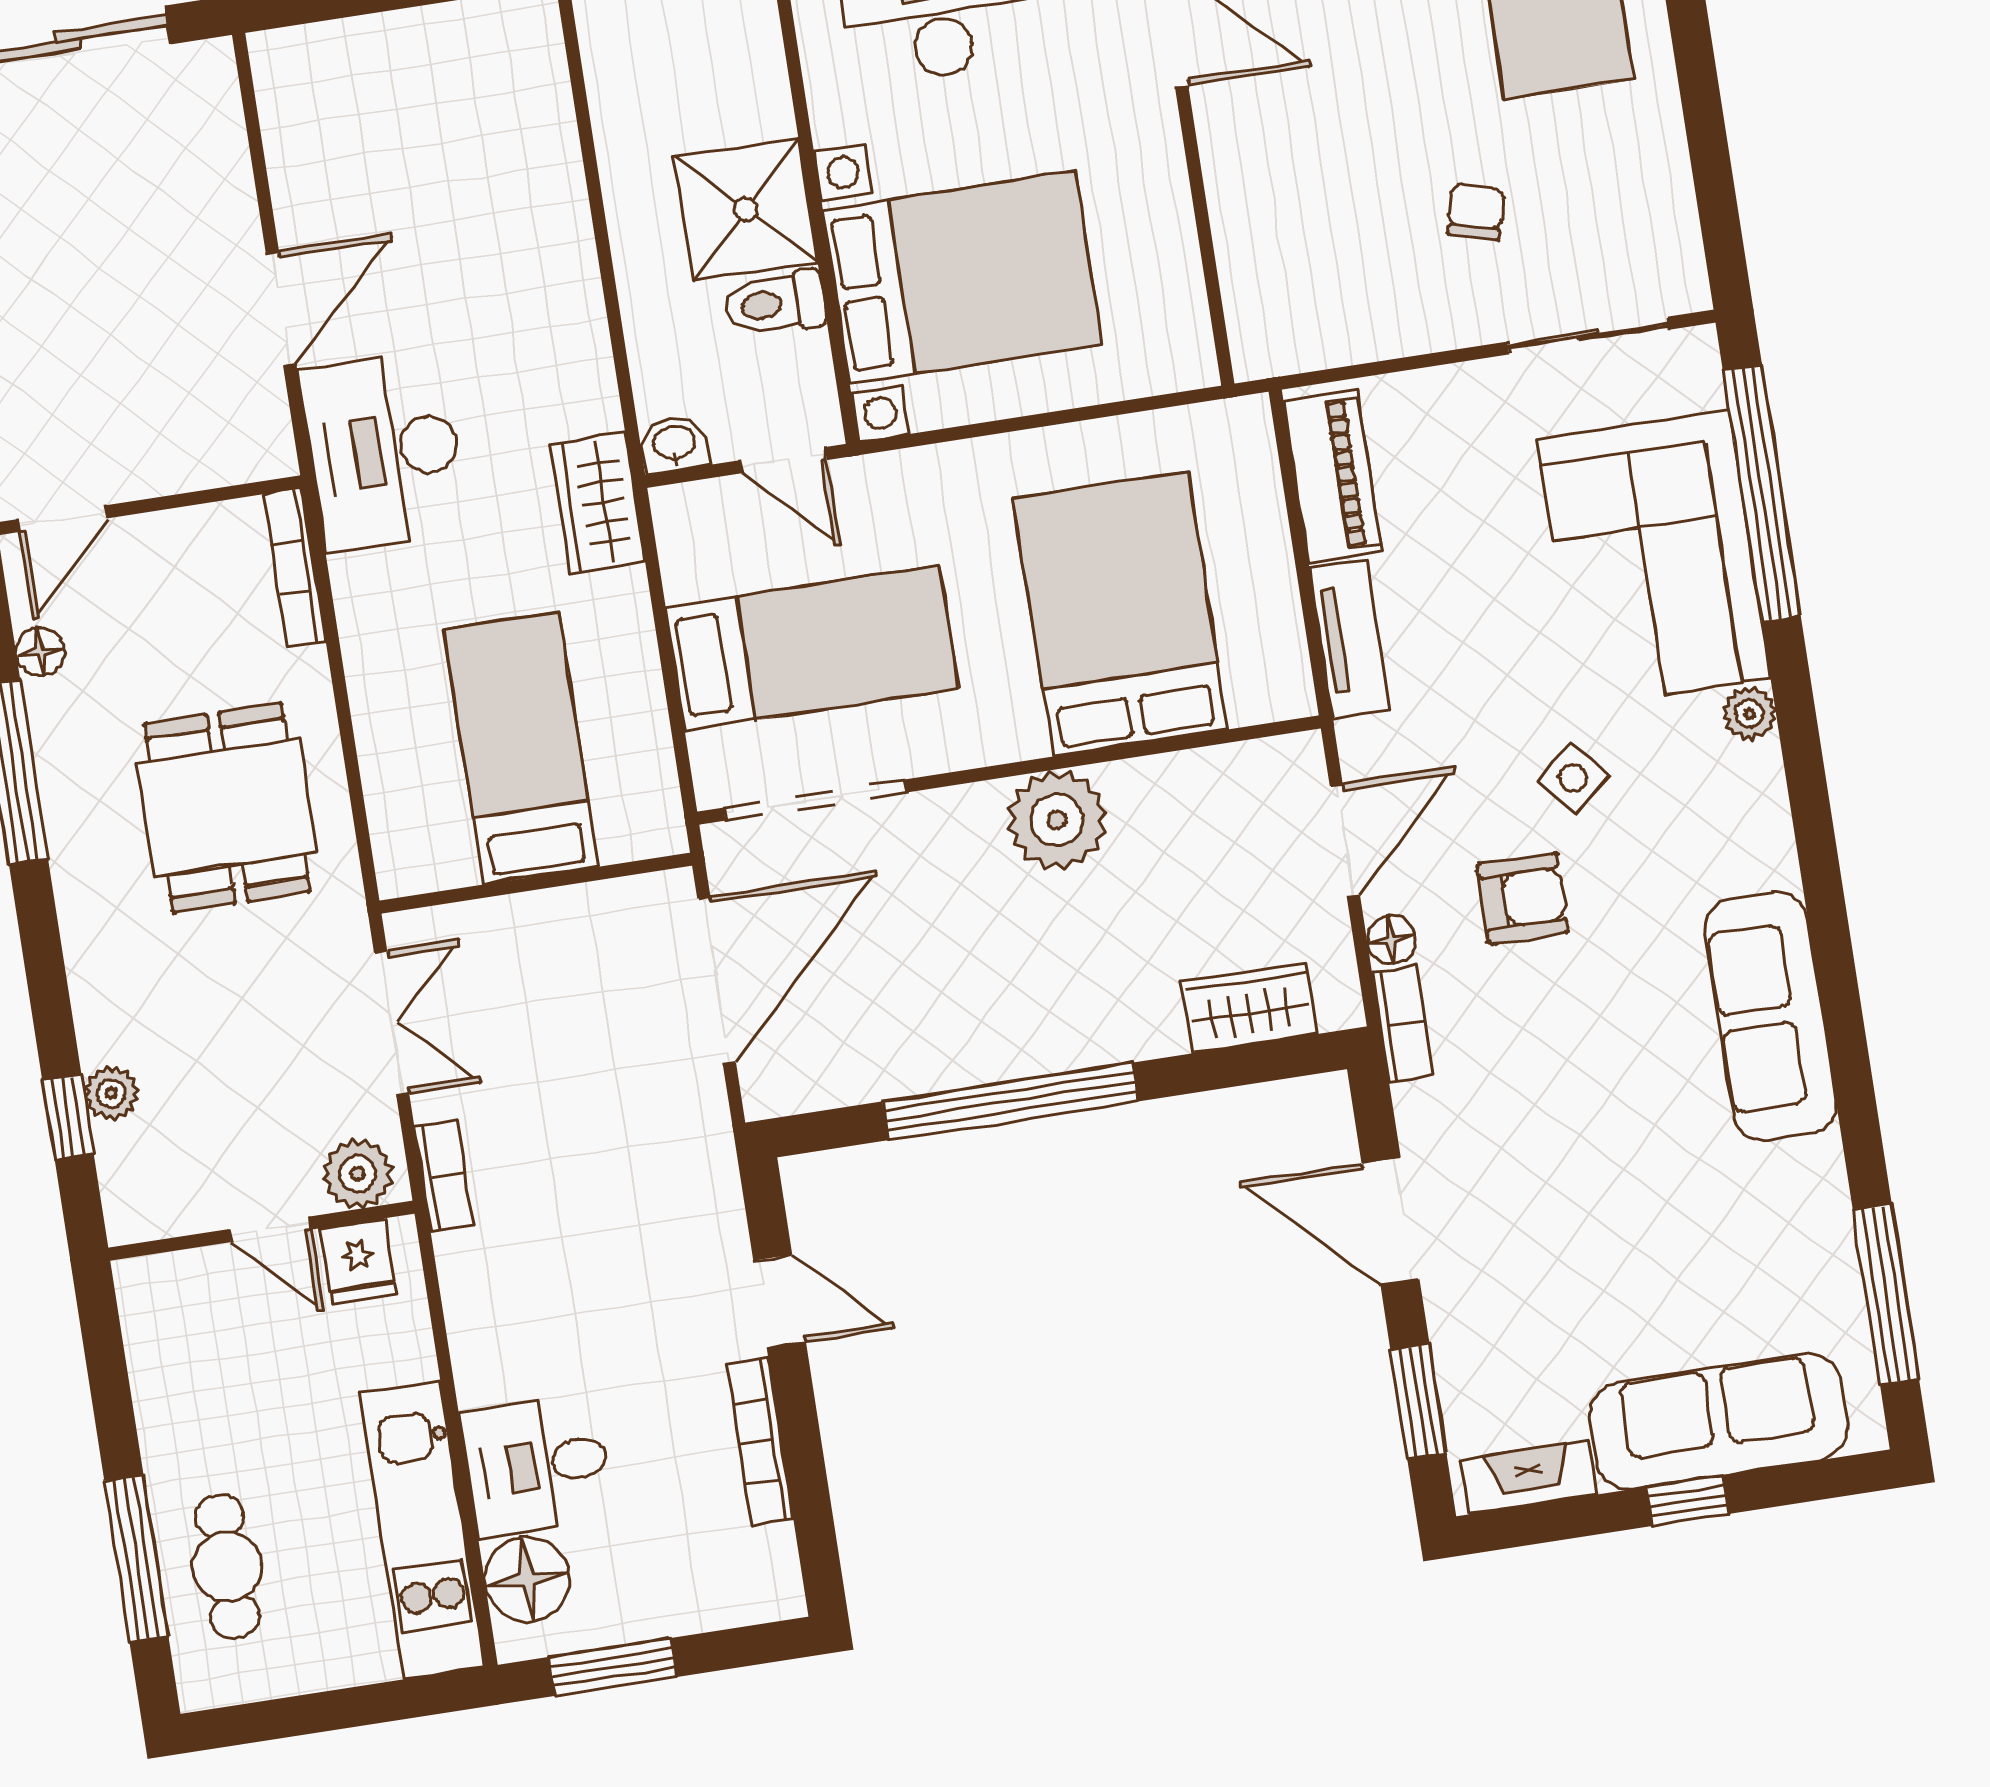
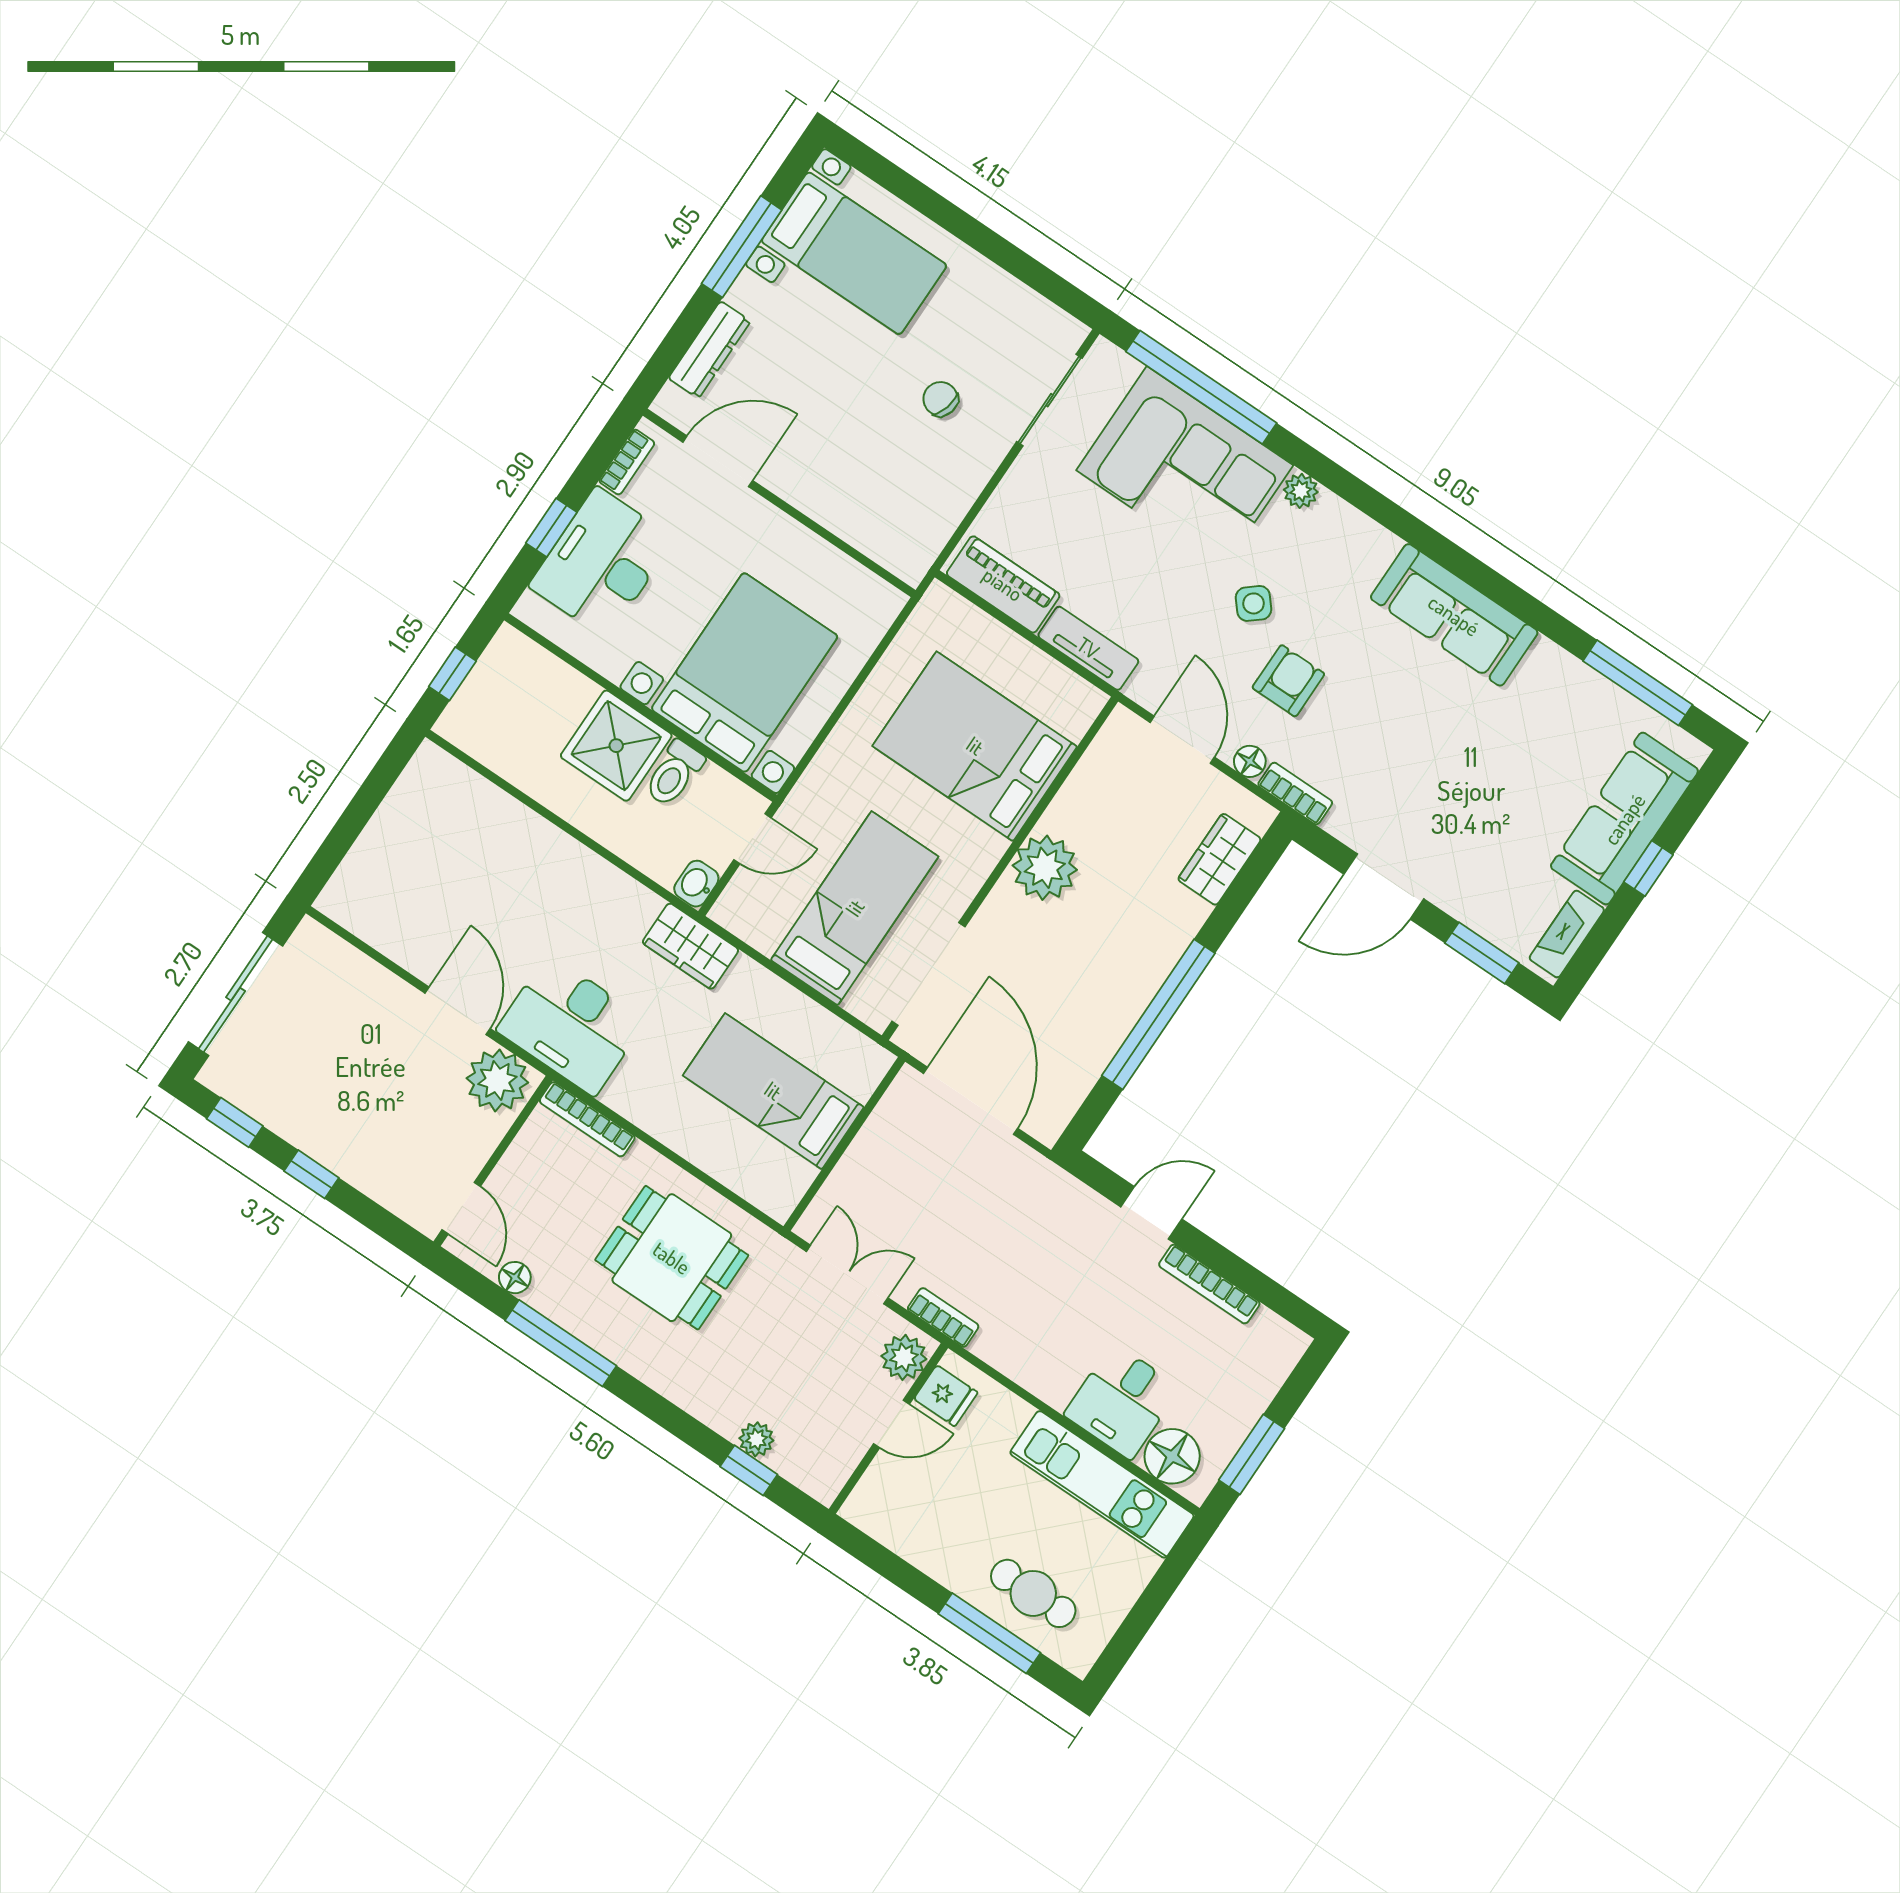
plant: (244, 426) -> (497, 1080), added

